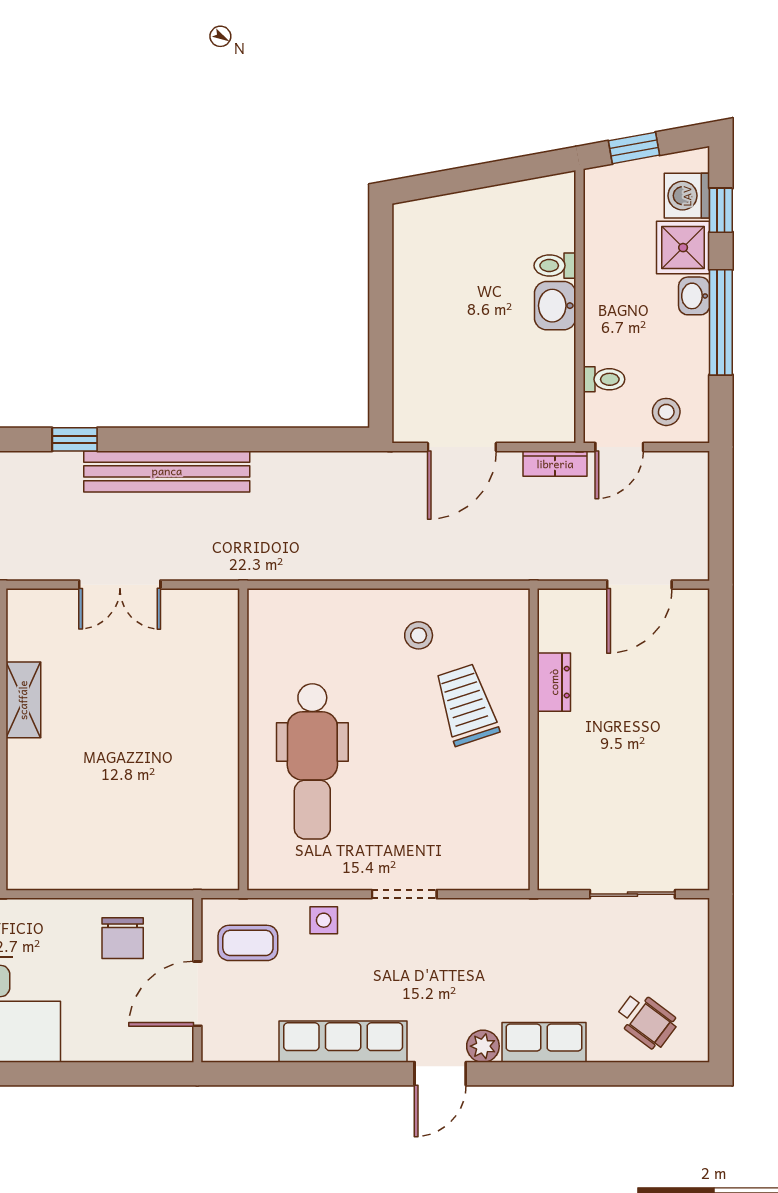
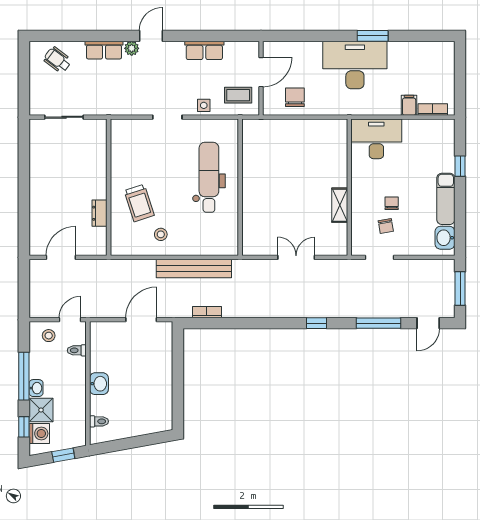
toilet: (555, 266) -> (99, 421), moved
bookcase: (555, 464) -> (207, 312), moved
bench: (167, 471) -> (194, 268), moved
row of seats: (343, 1042) -> (204, 50), width x0.68

